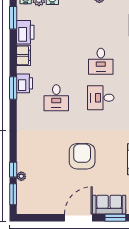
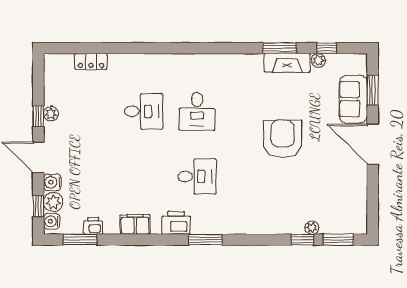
printer: (25, 32) -> (93, 226), width x0.53, depth x0.68
window: (13, 88) -> (205, 240), moved
armchair: (82, 156) -> (283, 139), turned 90

